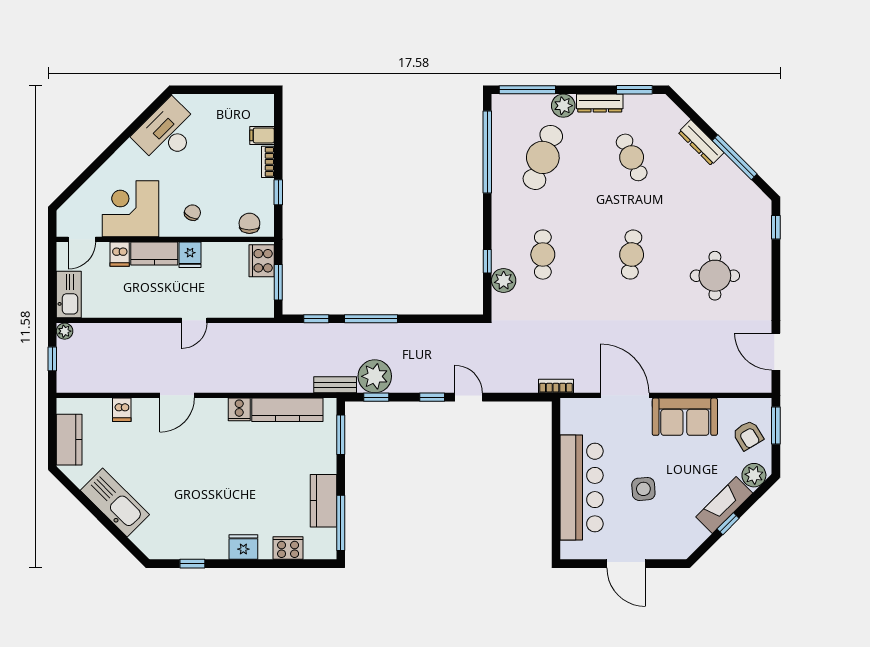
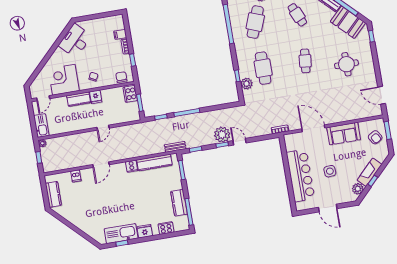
booth: (732, 190) -> (348, 22), added
dishwasher: (120, 254) -> (62, 102), removed
cafe table: (543, 255) -> (263, 68), width x1.37, depth x1.35
plant: (375, 376) -> (222, 135), moved
plant: (754, 475) -> (358, 189), moved
kitchen sink: (115, 503) -> (121, 234), moved, turned -45

